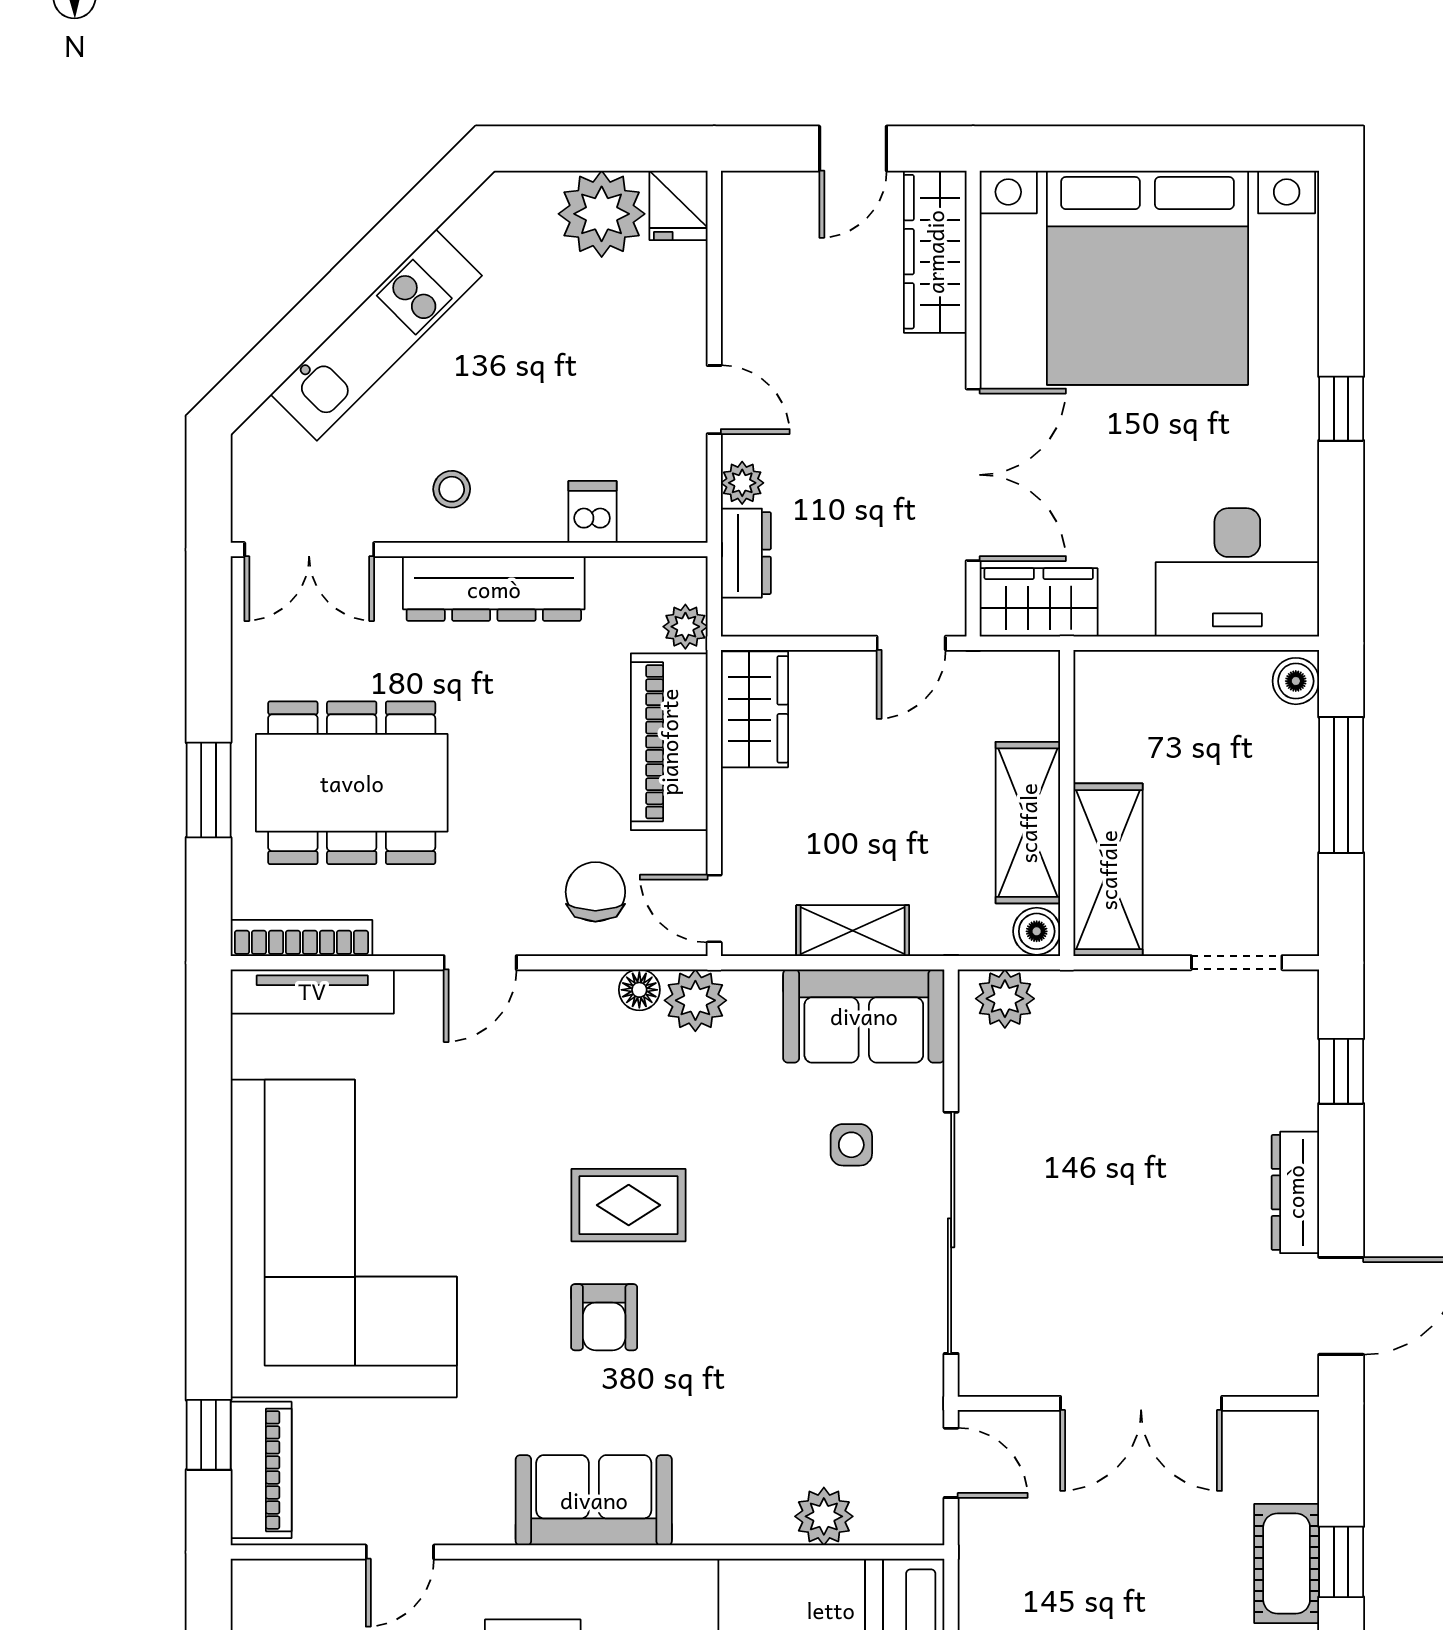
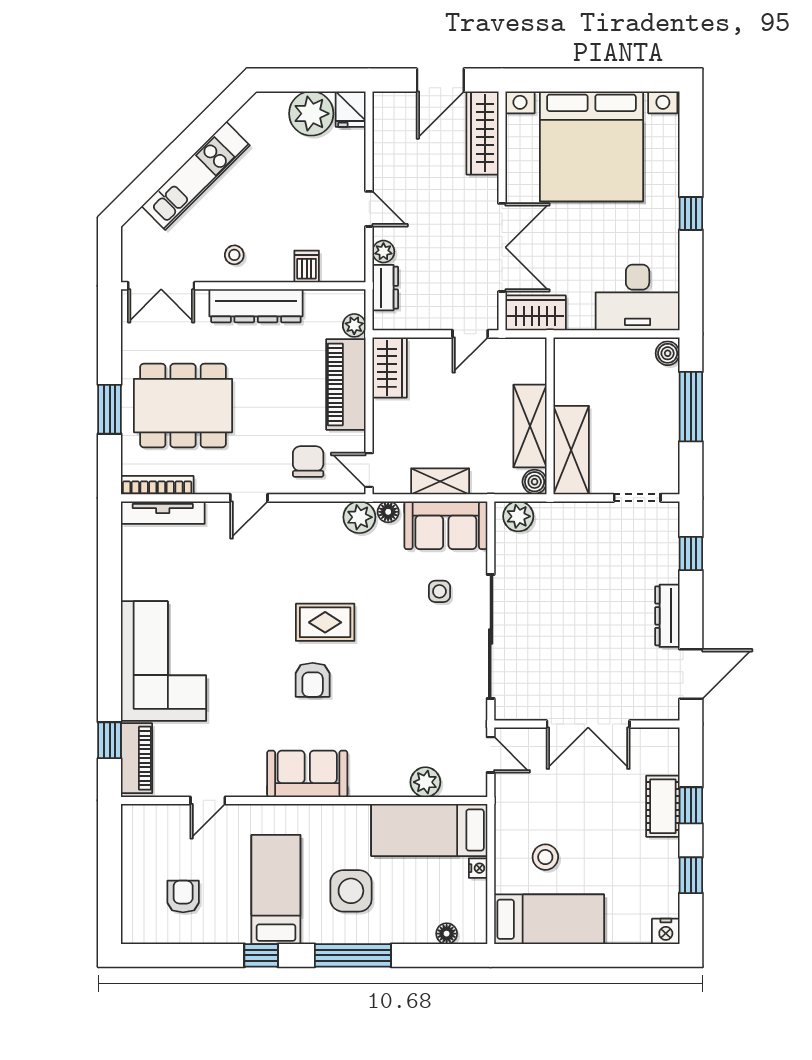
door: (853, 149) -> (440, 80), width x1.38
floor lamp: (639, 990) -> (388, 512), moved
corner sofa: (344, 1239) -> (164, 661), width x0.73, depth x0.74

